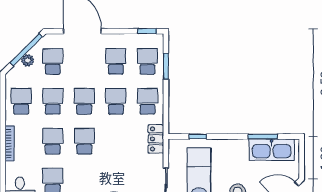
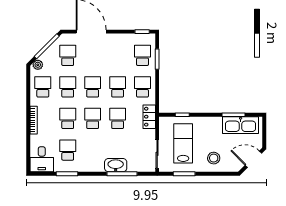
plant: (28, 60) -> (38, 65), moved
school desk: (116, 61) -> (118, 118), moved

